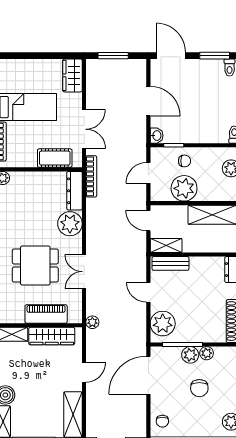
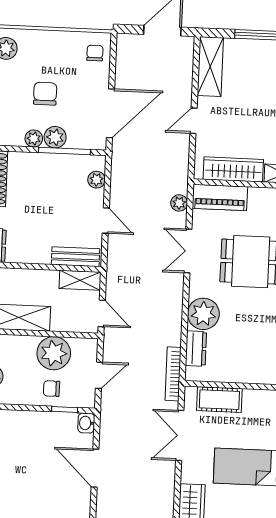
dresser: (75, 191) -> (196, 349), width x0.70
double door: (84, 272) -> (188, 251), swing flipped
piano: (46, 314) -> (220, 197), moved
plant: (92, 322) -> (179, 203), moved
plant: (163, 324) -> (96, 180), width x0.53, depth x0.53

